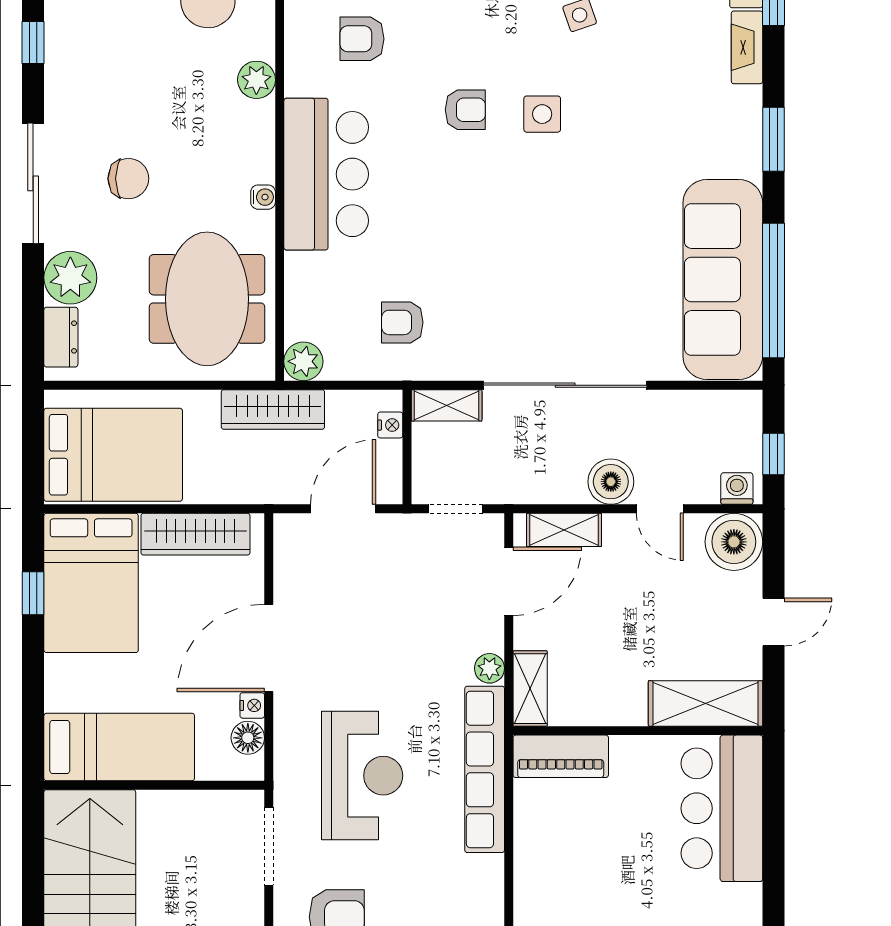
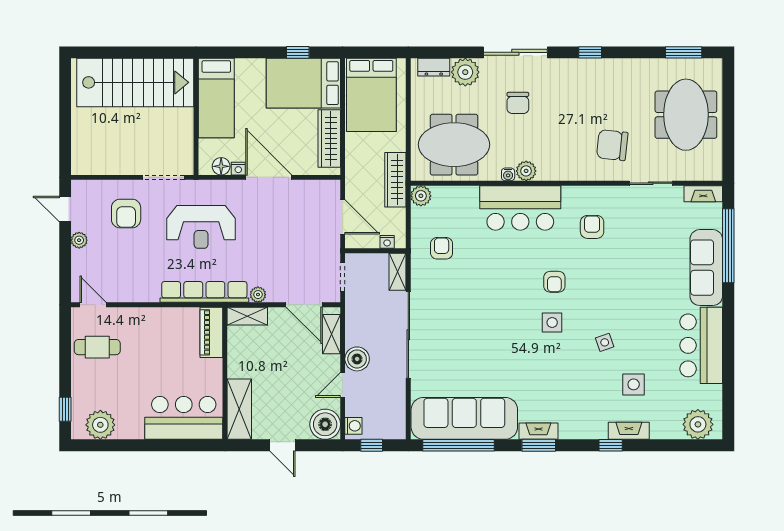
fireplace: (747, 47) -> (538, 431), moved
plant: (256, 80) -> (526, 171), moved

